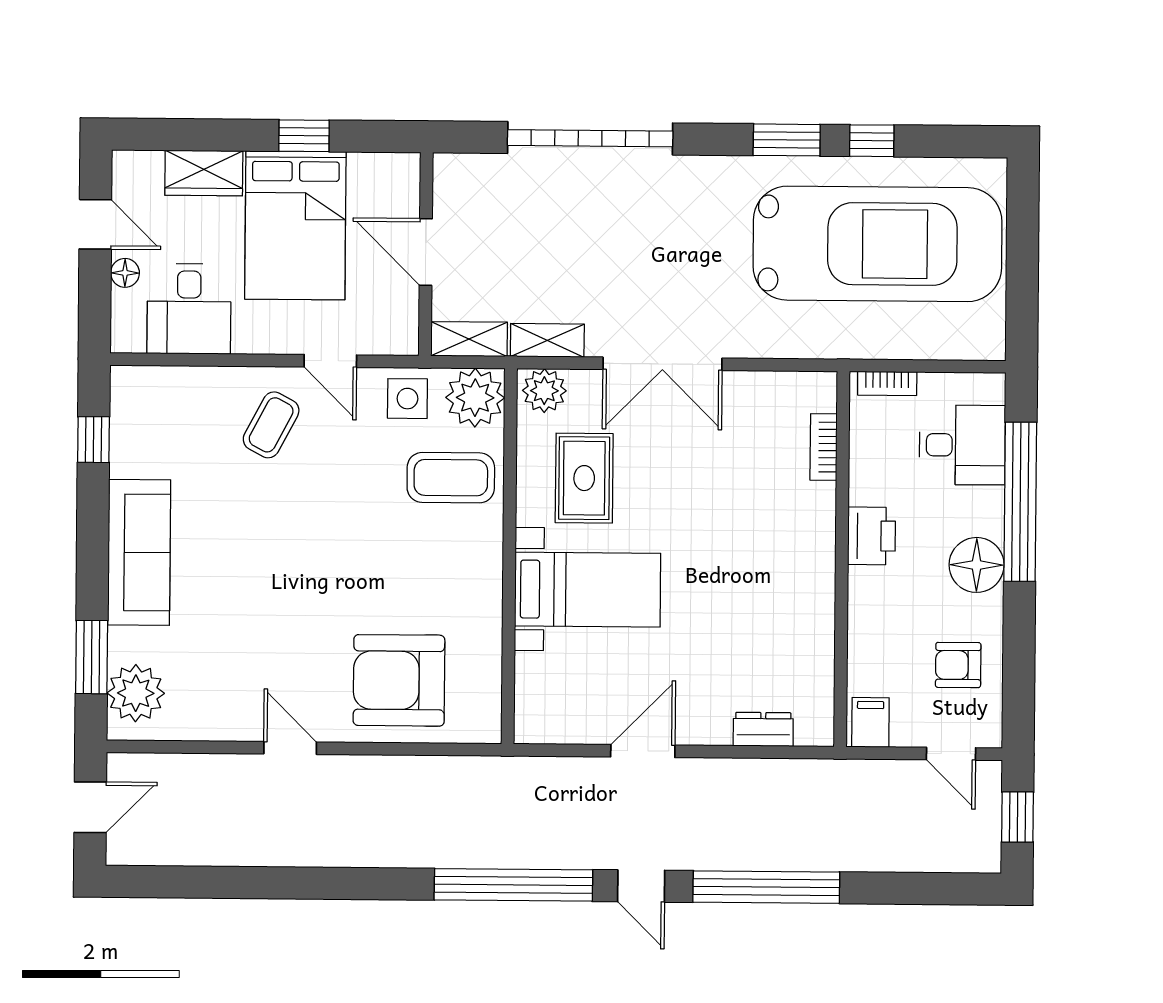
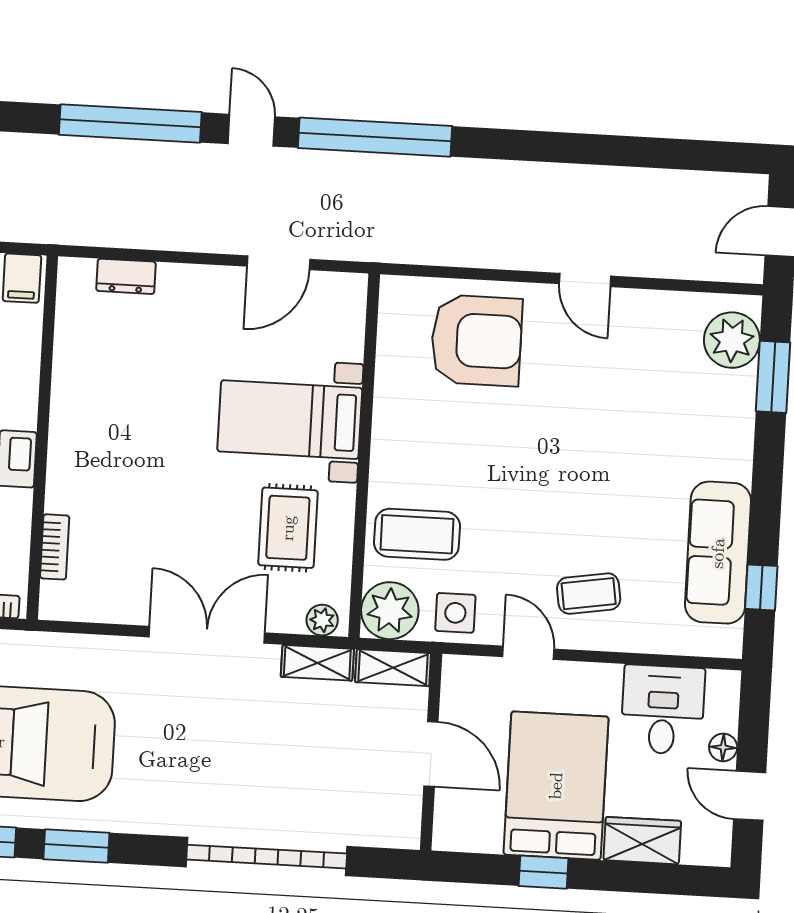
plant: (544, 391) -> (322, 620), width x0.73, depth x0.73
coffee table: (271, 425) -> (589, 594), turned 53
sofa: (139, 552) -> (718, 553), moved
door: (643, 751) -> (278, 263), moved

